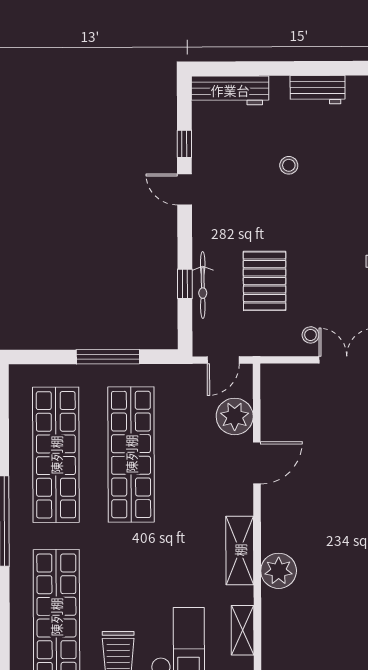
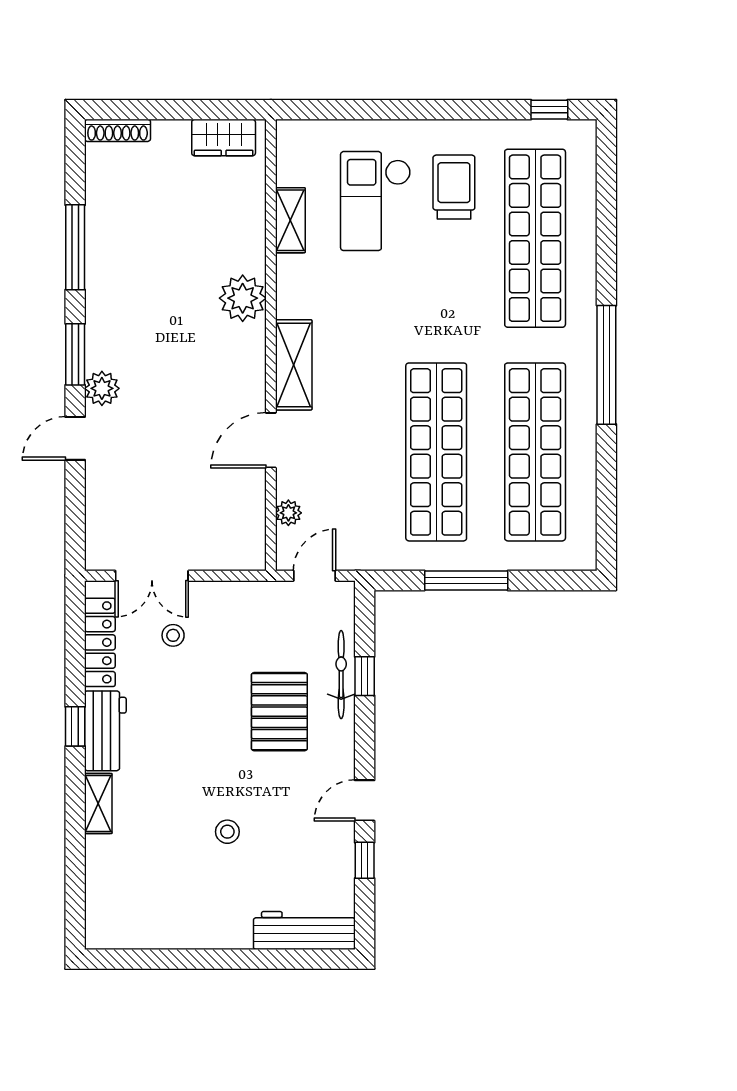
workbench: (318, 90) -> (189, 931), removed
door: (185, 189) -> (365, 800), swing flipped
pallet: (265, 281) -> (279, 712), moved
stool: (311, 335) -> (173, 635), moved
plant: (235, 416) -> (288, 513), width x0.53, depth x0.53
shelving: (240, 550) -> (294, 365), moved

